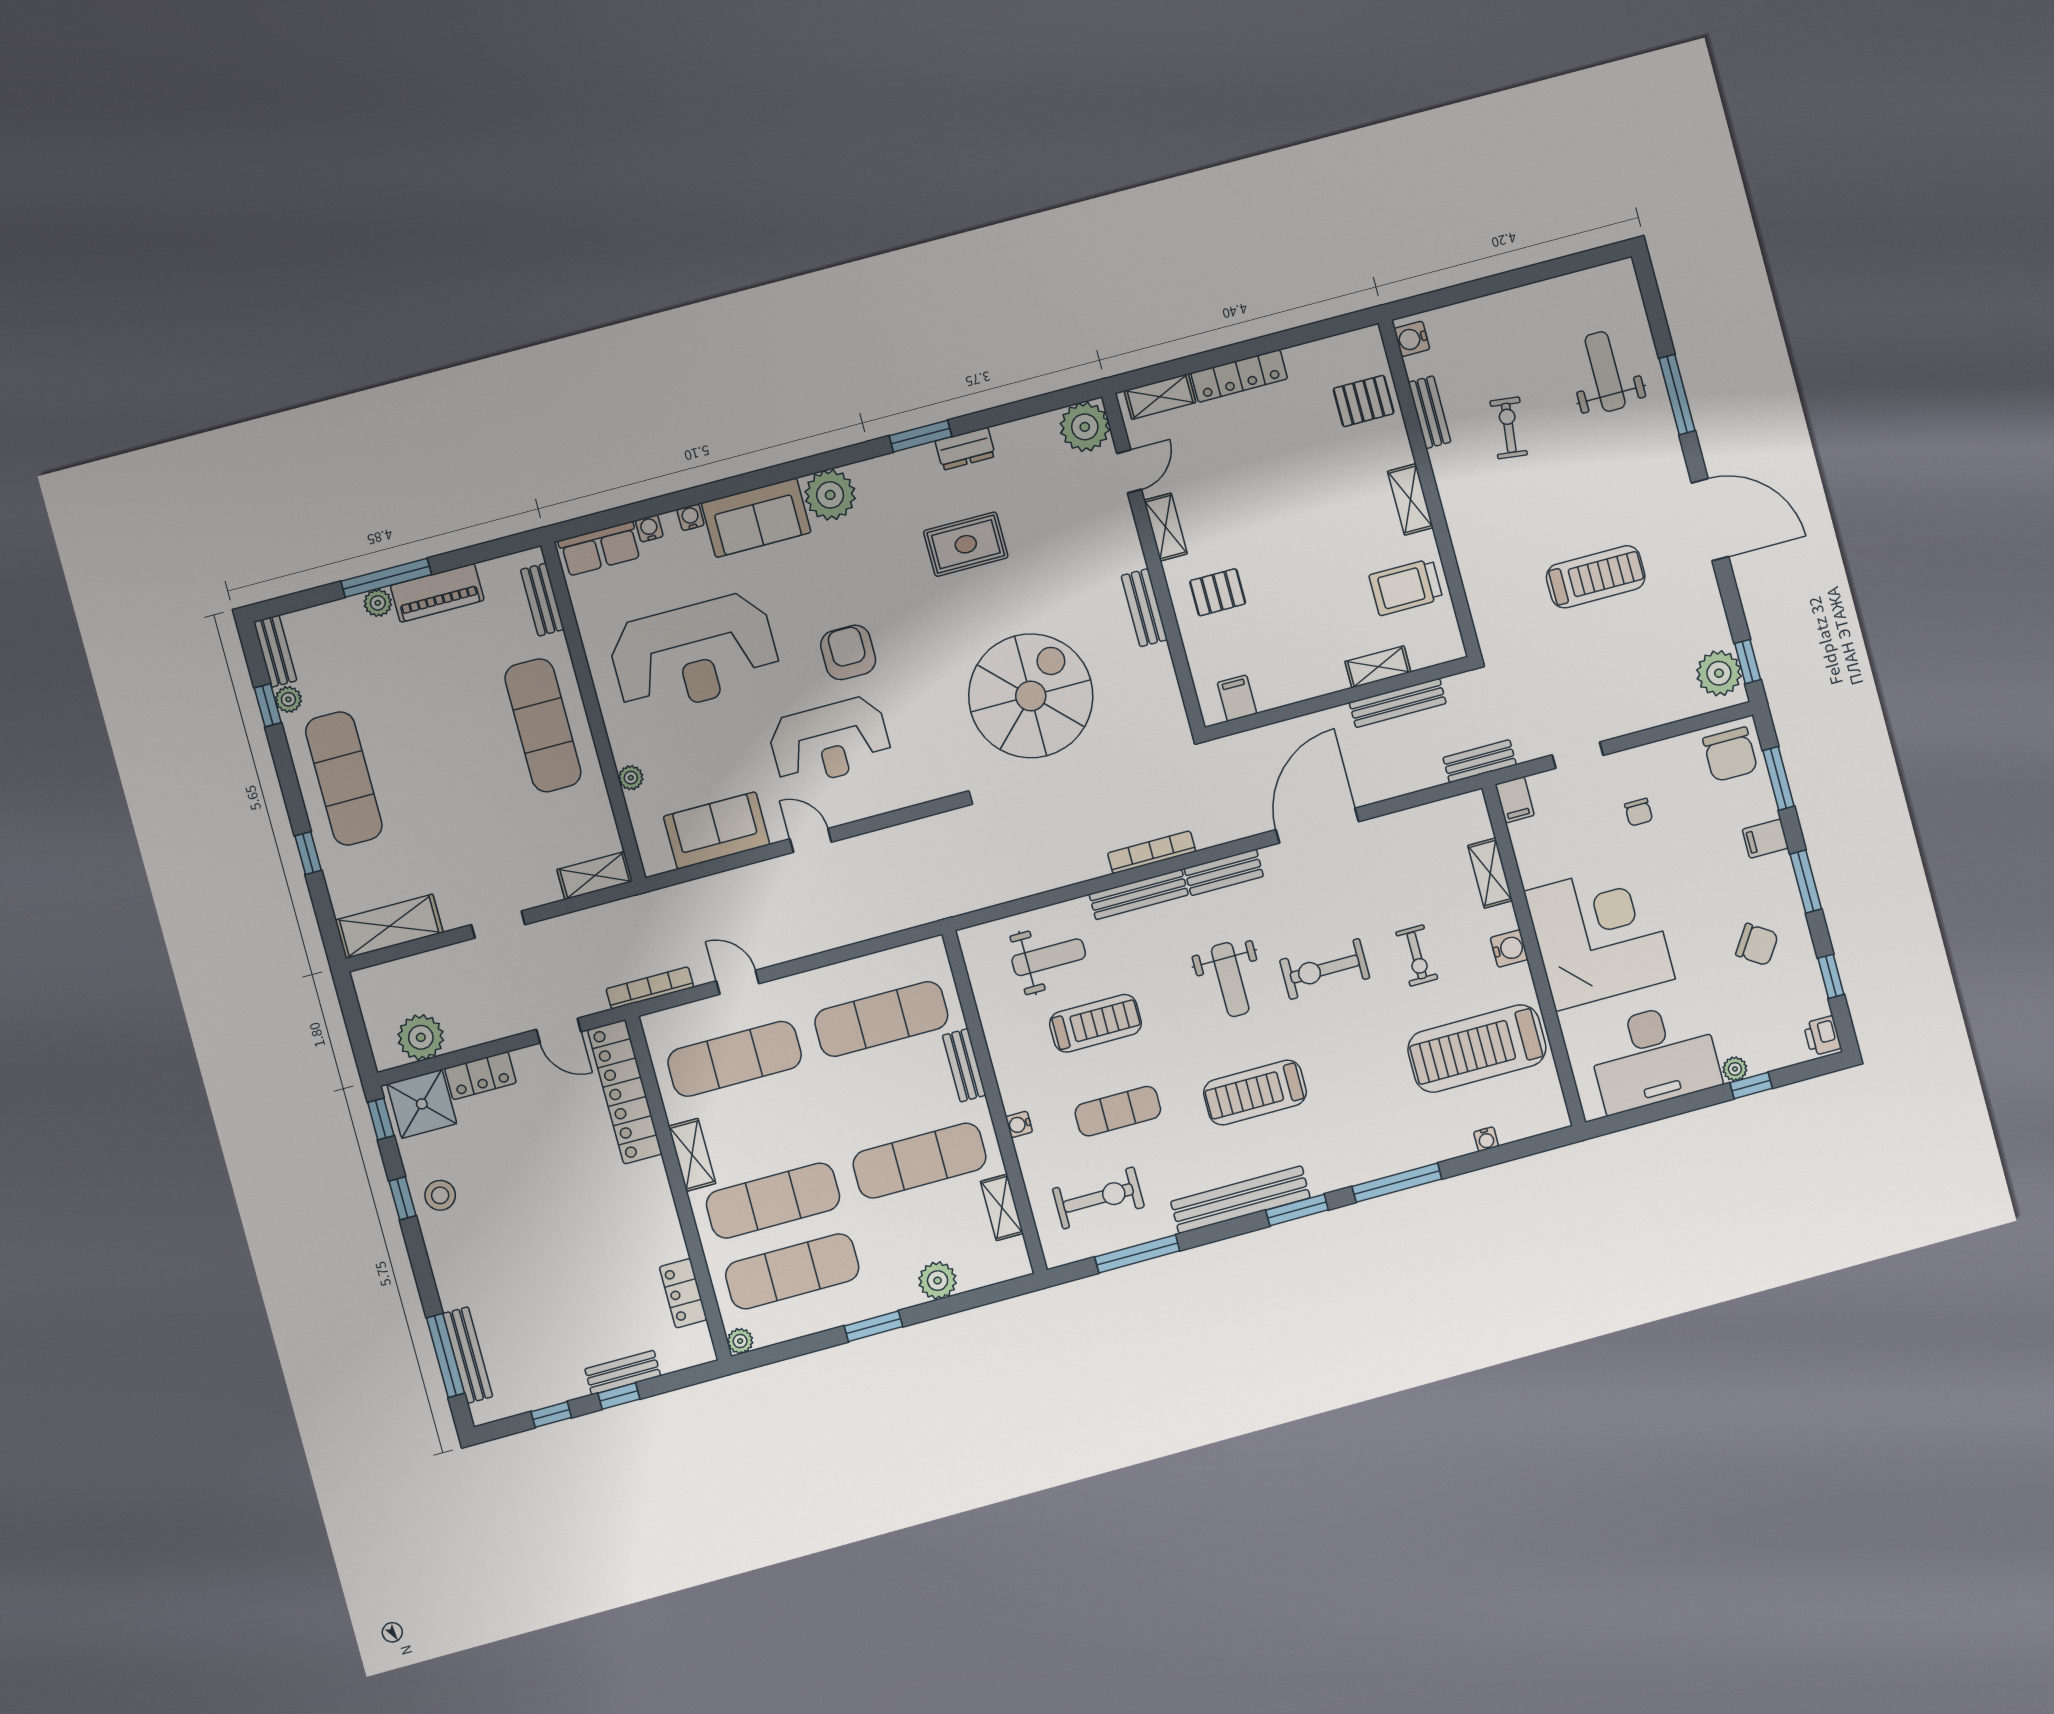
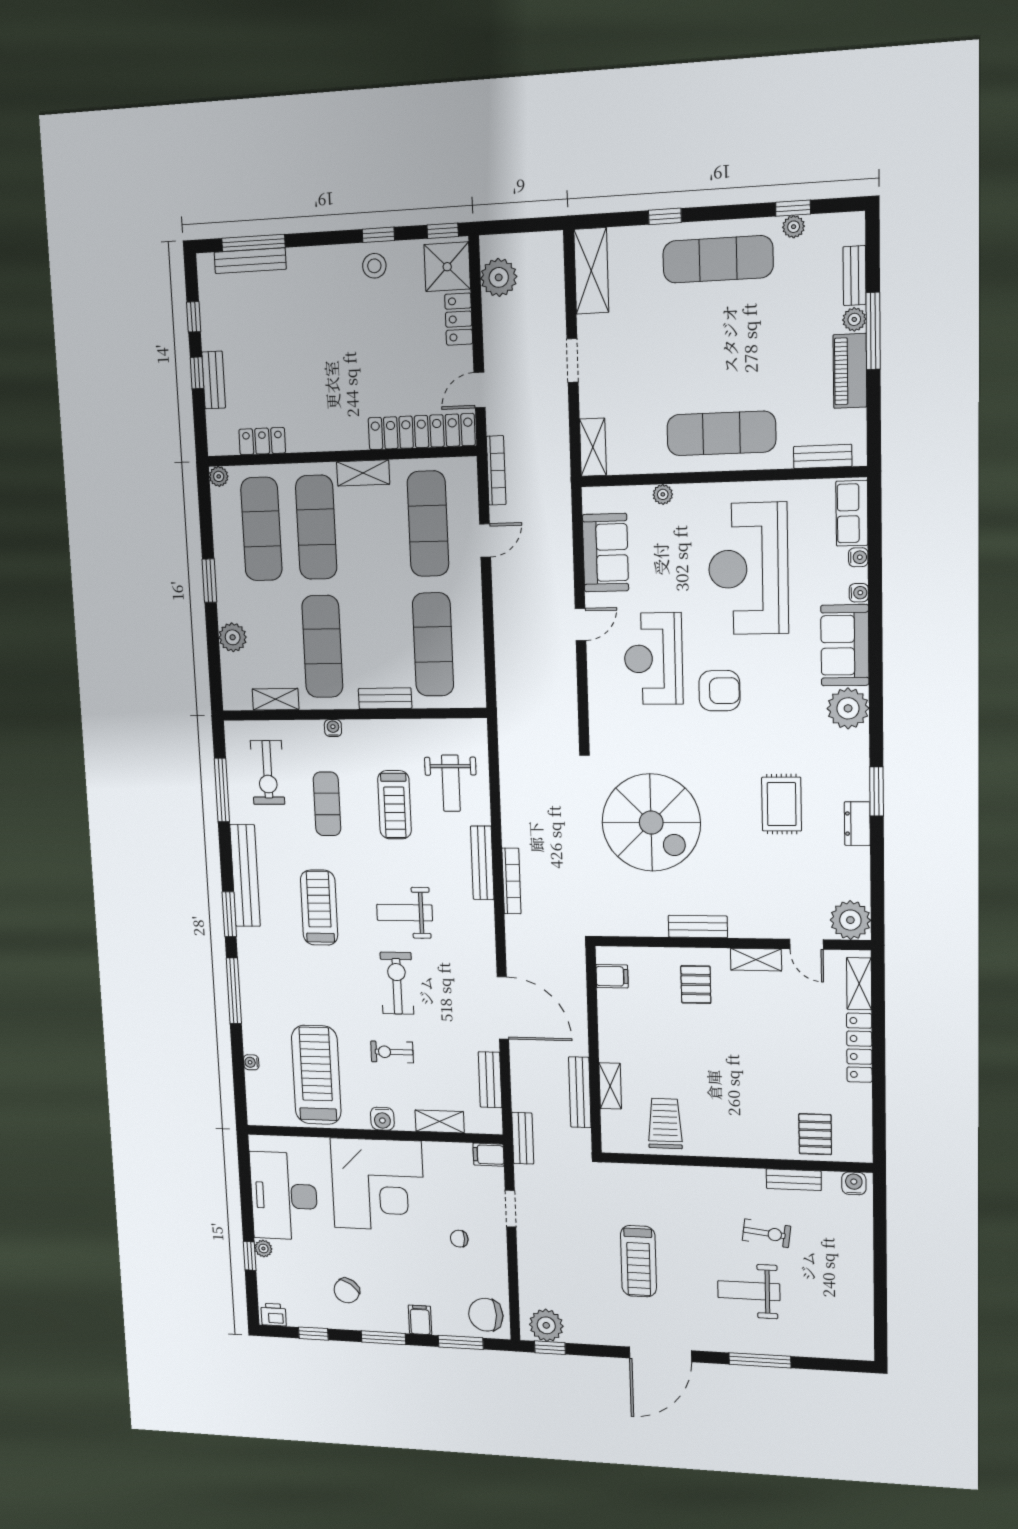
weight bench: (1605, 372) -> (749, 1291), moved, turned 180
shelving: (1410, 499) -> (731, 1146), removed
bench: (275, 651) -> (855, 276), moved, turned 90
bench: (1224, 872) -> (490, 1080), moved

